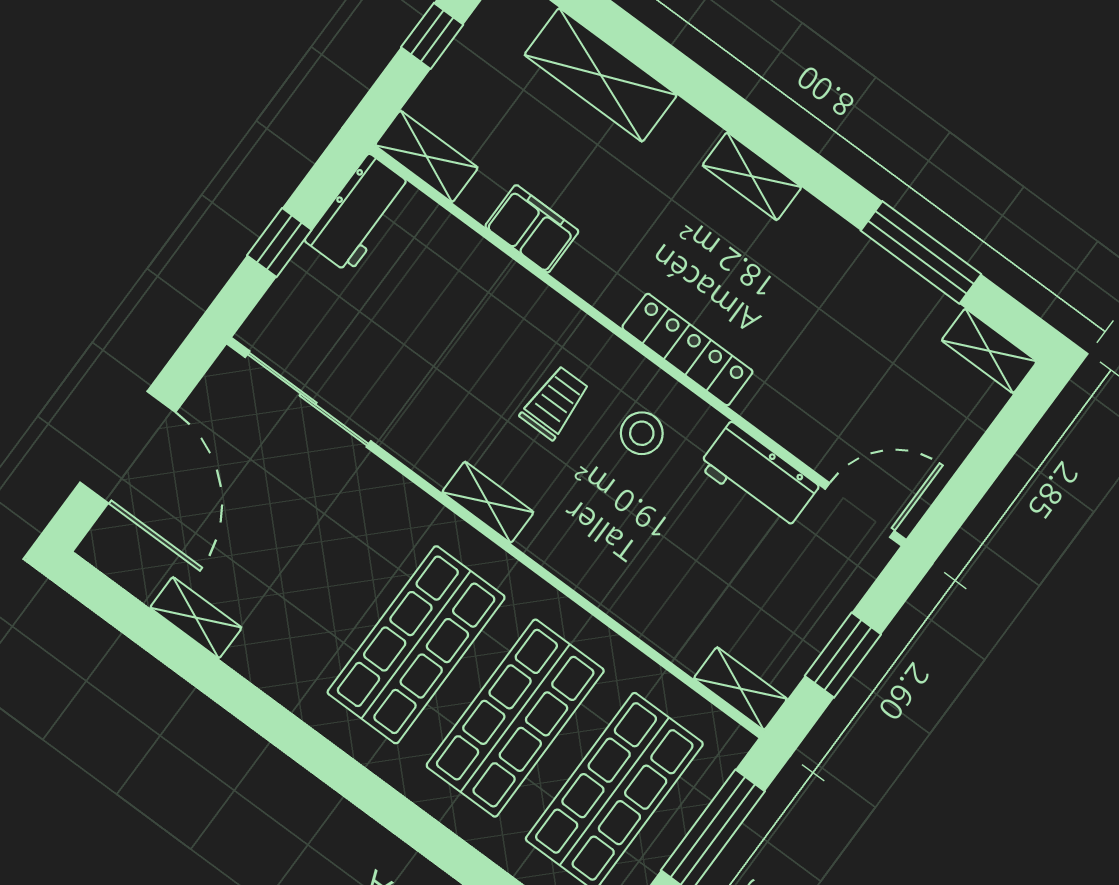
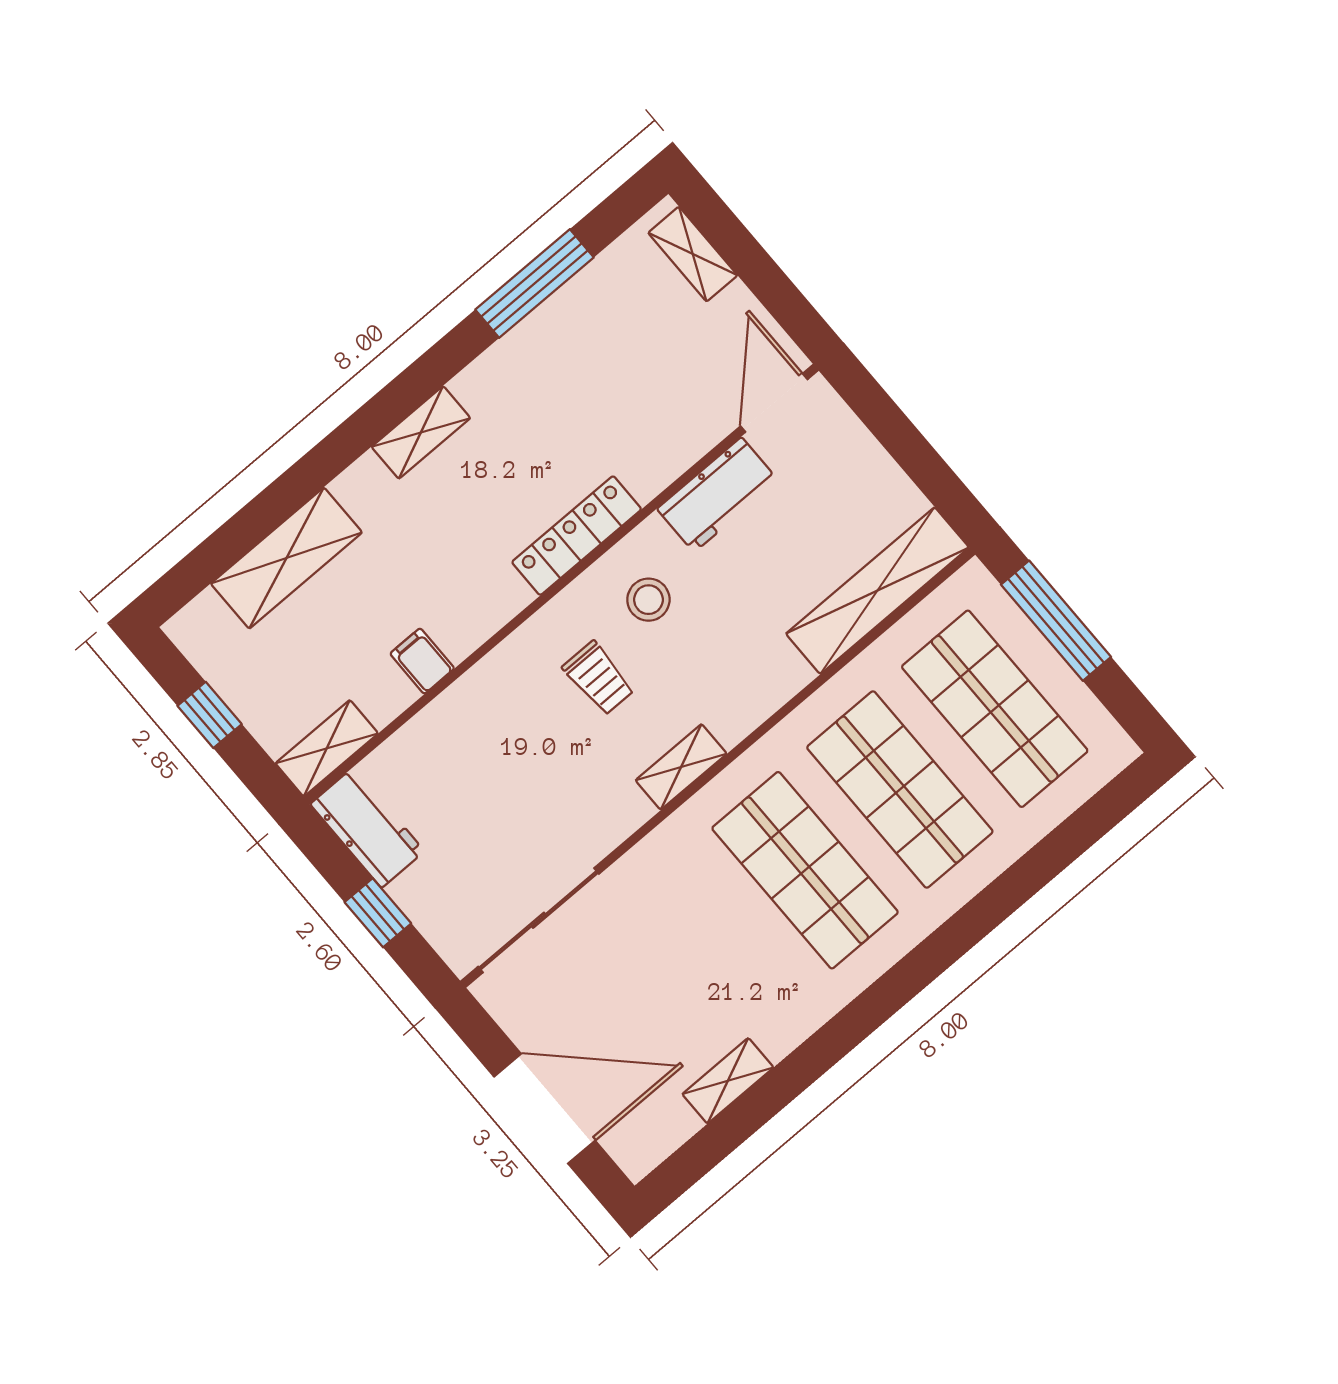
filing cabinet: (532, 229) -> (422, 661), width x0.50
shelving: (989, 351) -> (693, 254), moved, turned 90
trolley: (555, 403) -> (599, 678), turned 180
window: (843, 655) -> (913, 453), removed
shelving: (740, 689) -> (877, 591), width x2.20, depth x1.33

